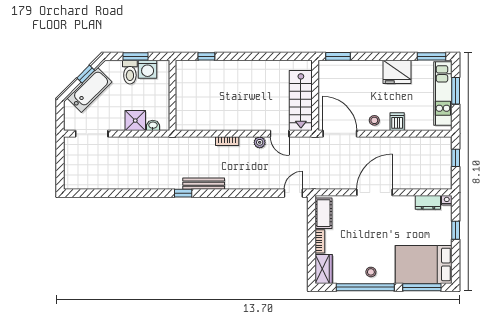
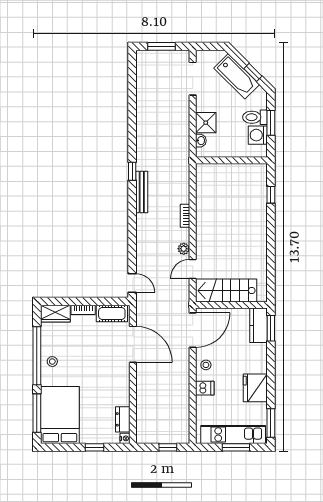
kitchen counter: (335, 69) -> (258, 325), added
window: (60, 164) -> (161, 46), added
door: (375, 192) -> (133, 344), moved

